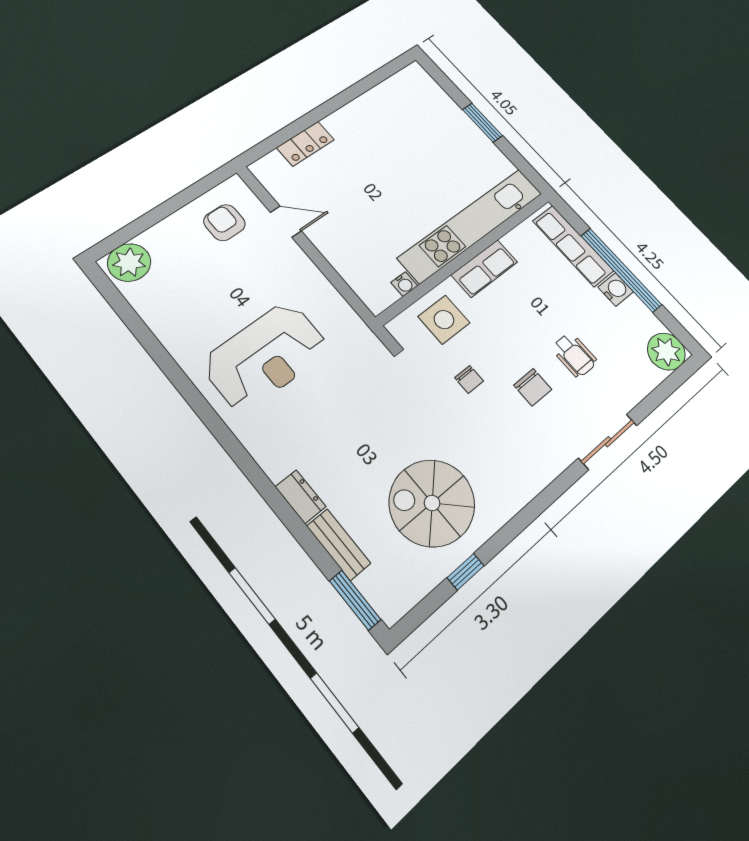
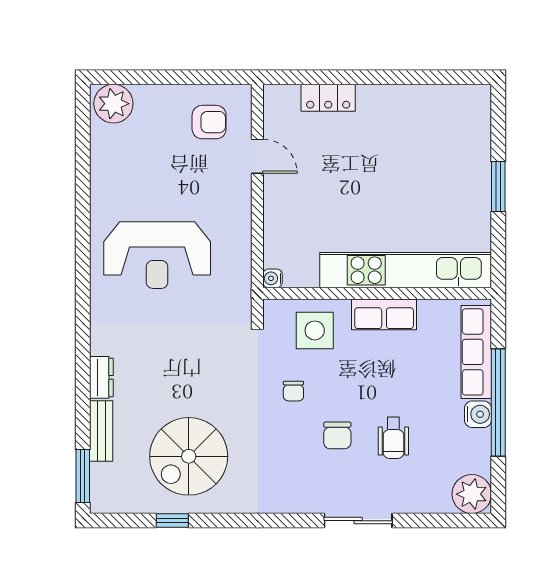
armchair: (224, 223) -> (209, 122), turned 90
water cooler: (404, 284) -> (273, 278), moved, turned 90
spiral stairs: (432, 503) -> (189, 456), turned -90

